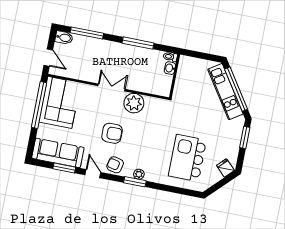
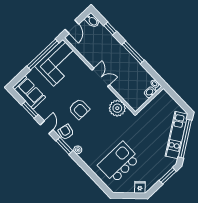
window: (87, 33) -> (110, 28), width x0.46
window: (138, 43) -> (133, 52), moved
plant: (134, 103) -> (117, 108), moved
sofa: (58, 153) -> (29, 92), width x0.73
window: (135, 182) -> (64, 146), moved

